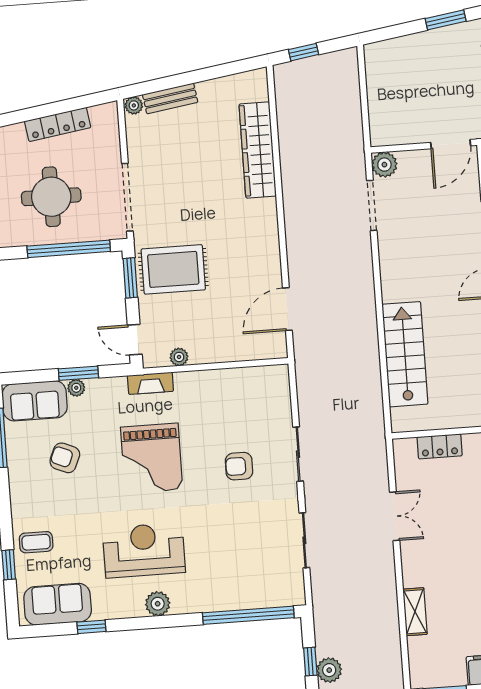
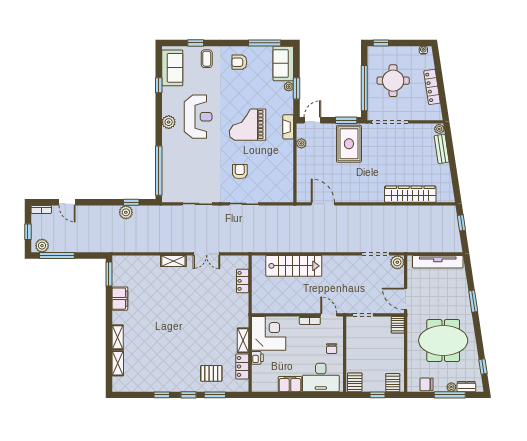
tv unit: (378, 90) -> (438, 262), added
armchair: (65, 458) -> (239, 62), moved, turned -113
shelving: (415, 612) -> (173, 261), moved

